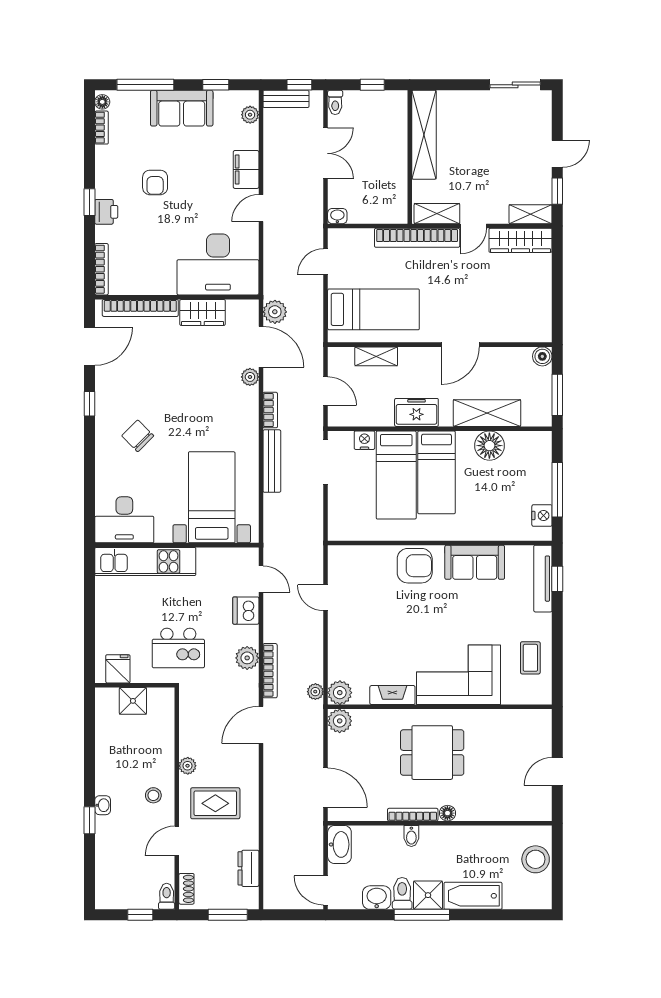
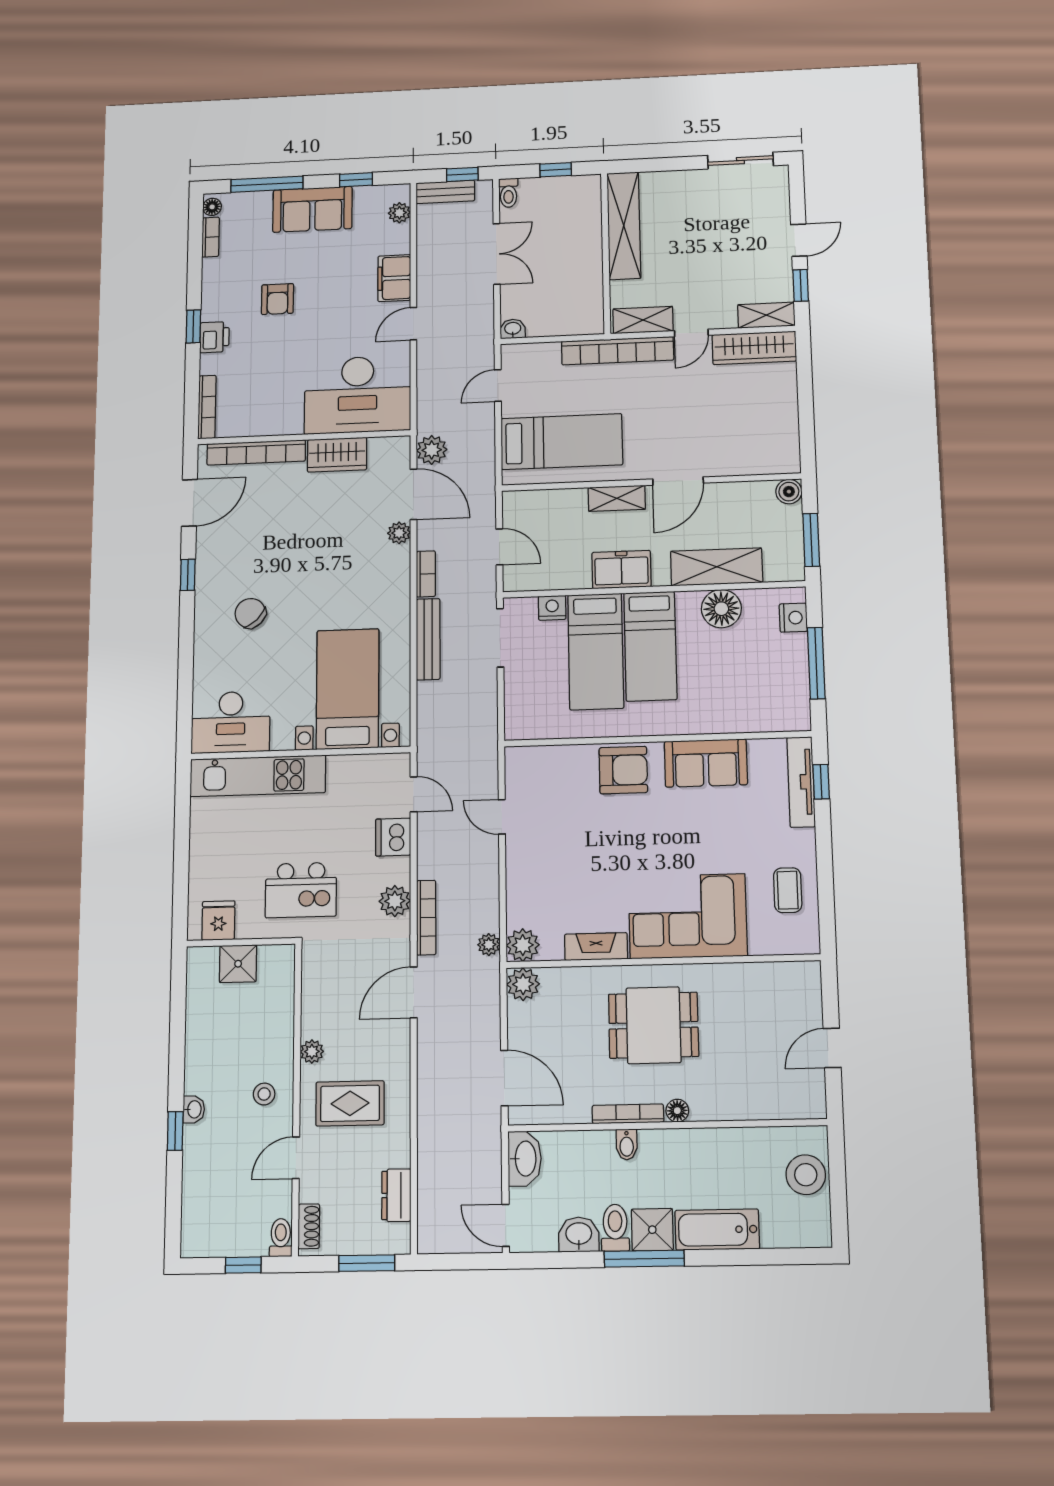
shelving: (376, 356) -> (617, 498), moved
nightstand: (542, 516) -> (793, 618), moved

